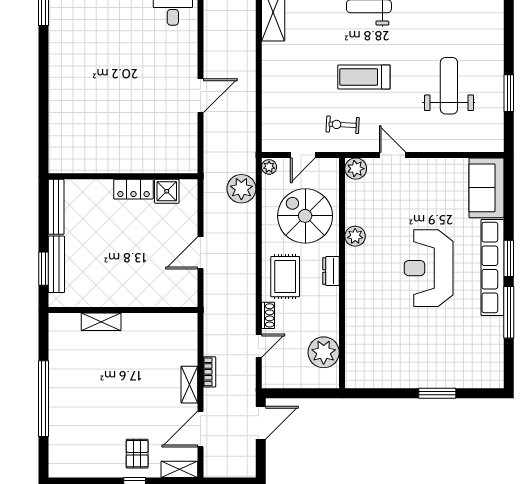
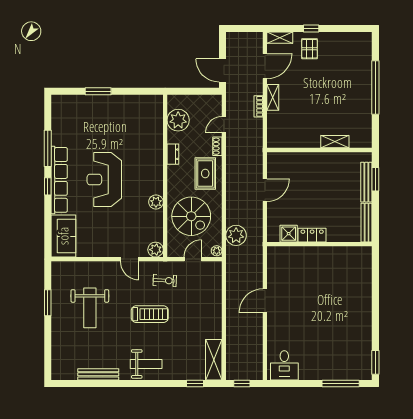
window: (509, 258) -> (48, 186), width x0.67
reception desk: (429, 268) -> (104, 179), turned 180
dresser: (331, 271) -> (173, 154), moved
door: (261, 423) -> (222, 70), hinge flipped

